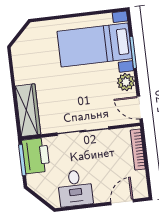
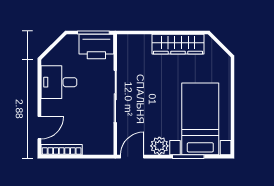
wardrobe: (28, 110) -> (178, 44), moved
bookcase: (138, 150) -> (62, 150), moved
door: (122, 202) -> (39, 128), hinge flipped

